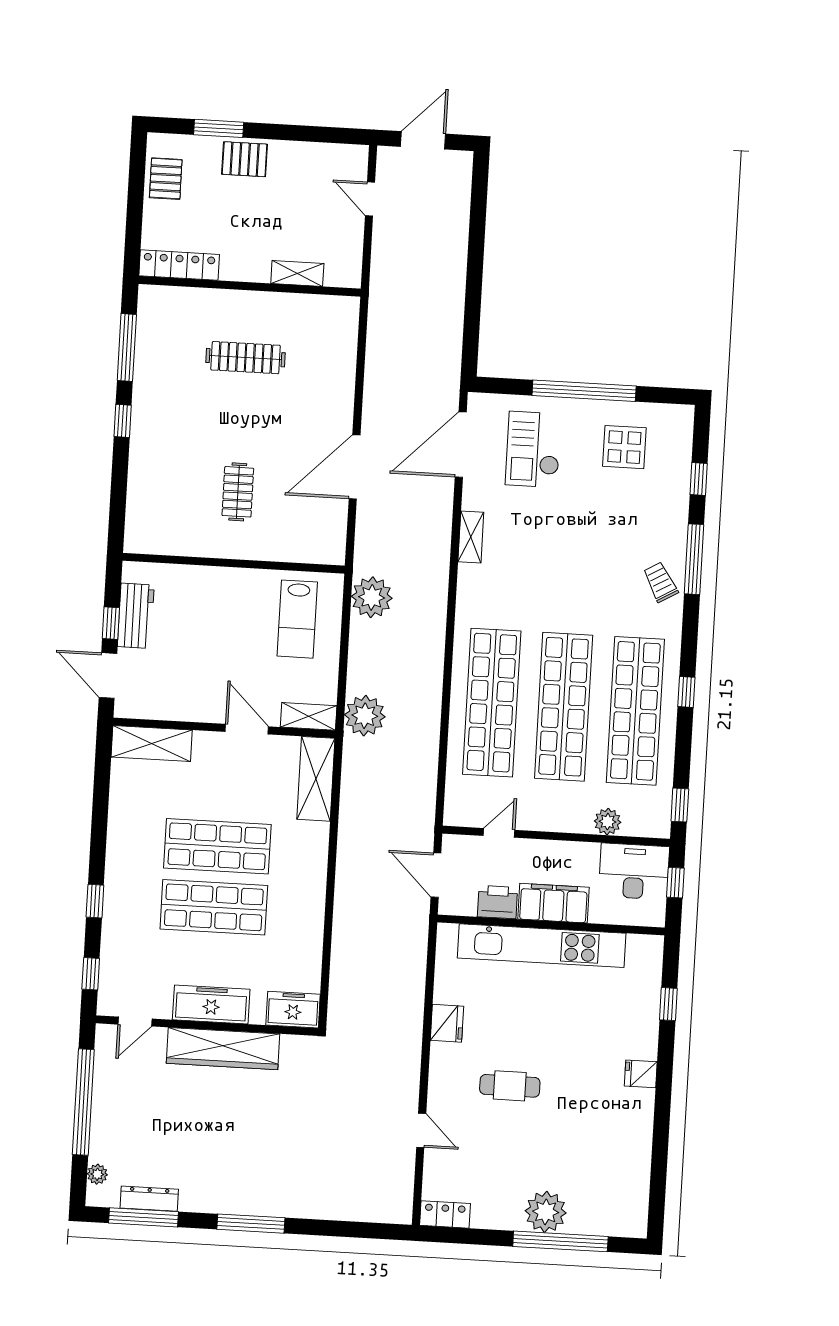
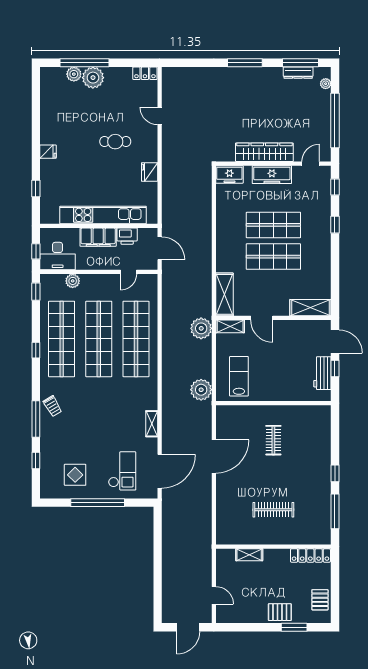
plant: (582, 1221) -> (74, 74), added

